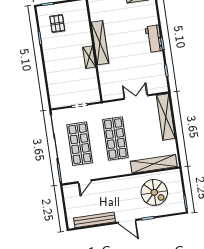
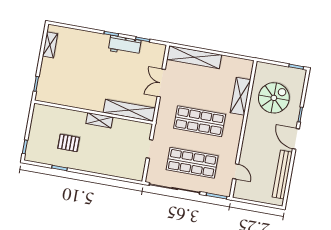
pallet: (57, 23) -> (69, 143), moved
workbench: (154, 39) -> (125, 45), moved
shelving: (100, 43) -> (129, 110), moved
shelving: (154, 164) -> (240, 96), width x0.68
door: (127, 221) -> (296, 139), swing flipped

